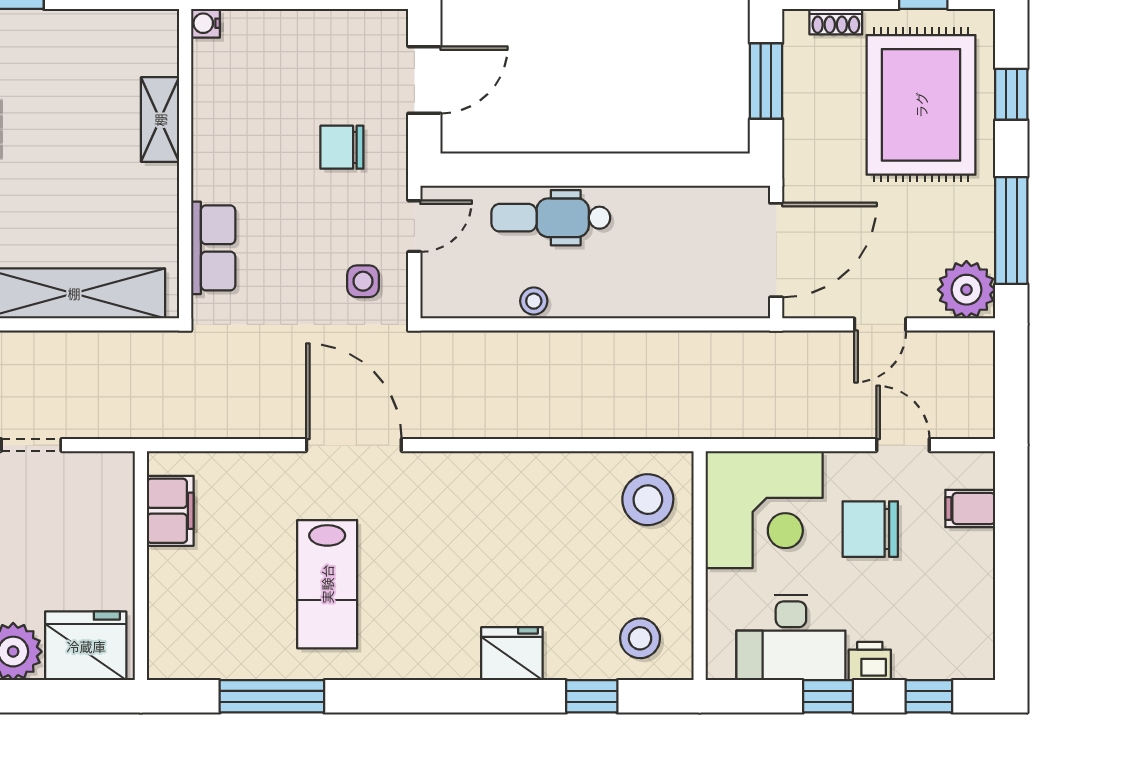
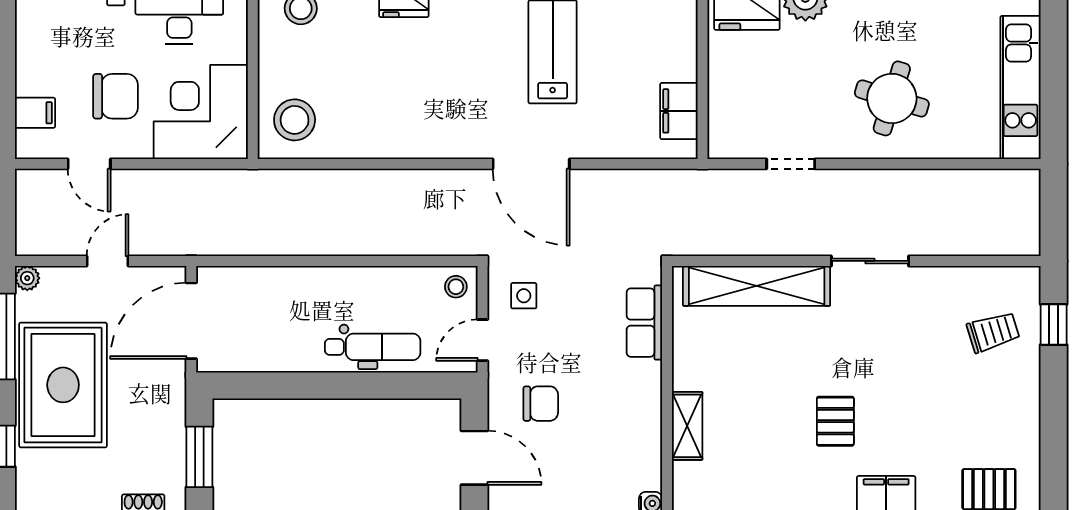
door: (424, 80) -> (474, 458), swing flipped
rug: (921, 105) -> (63, 385), moved
plant: (966, 290) -> (27, 278), width x0.53, depth x0.53
stool: (534, 301) -> (456, 287), moved

